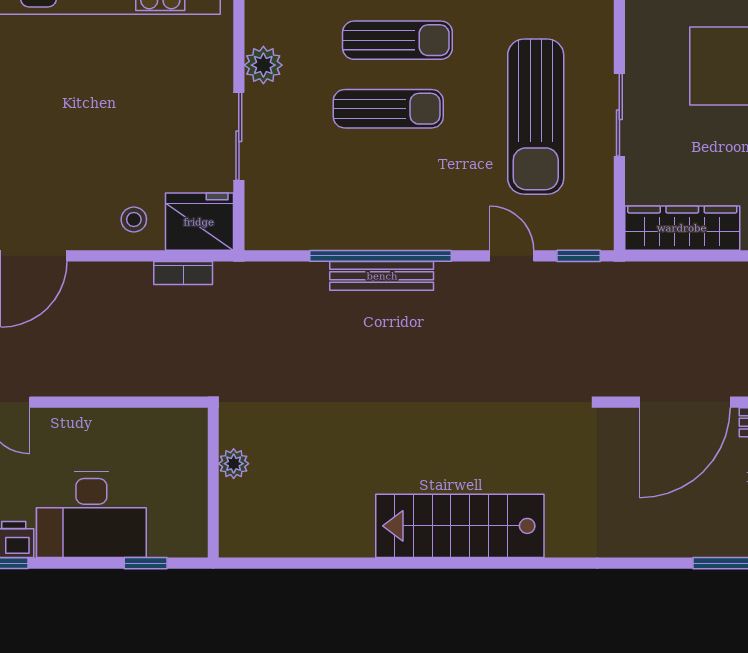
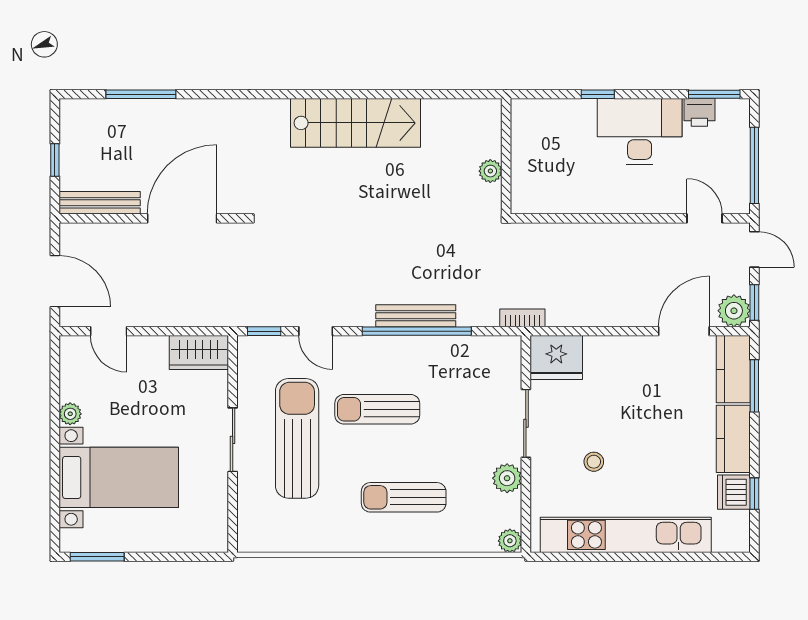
sun lounger: (388, 109) -> (377, 409), moved
stool: (134, 219) -> (594, 462), moved
wardrobe: (682, 228) -> (199, 352), width x0.67
bookcase: (183, 273) -> (522, 318), moved
plant: (234, 464) -> (490, 171), moved
wall: (213, 483) -> (506, 156), moved

